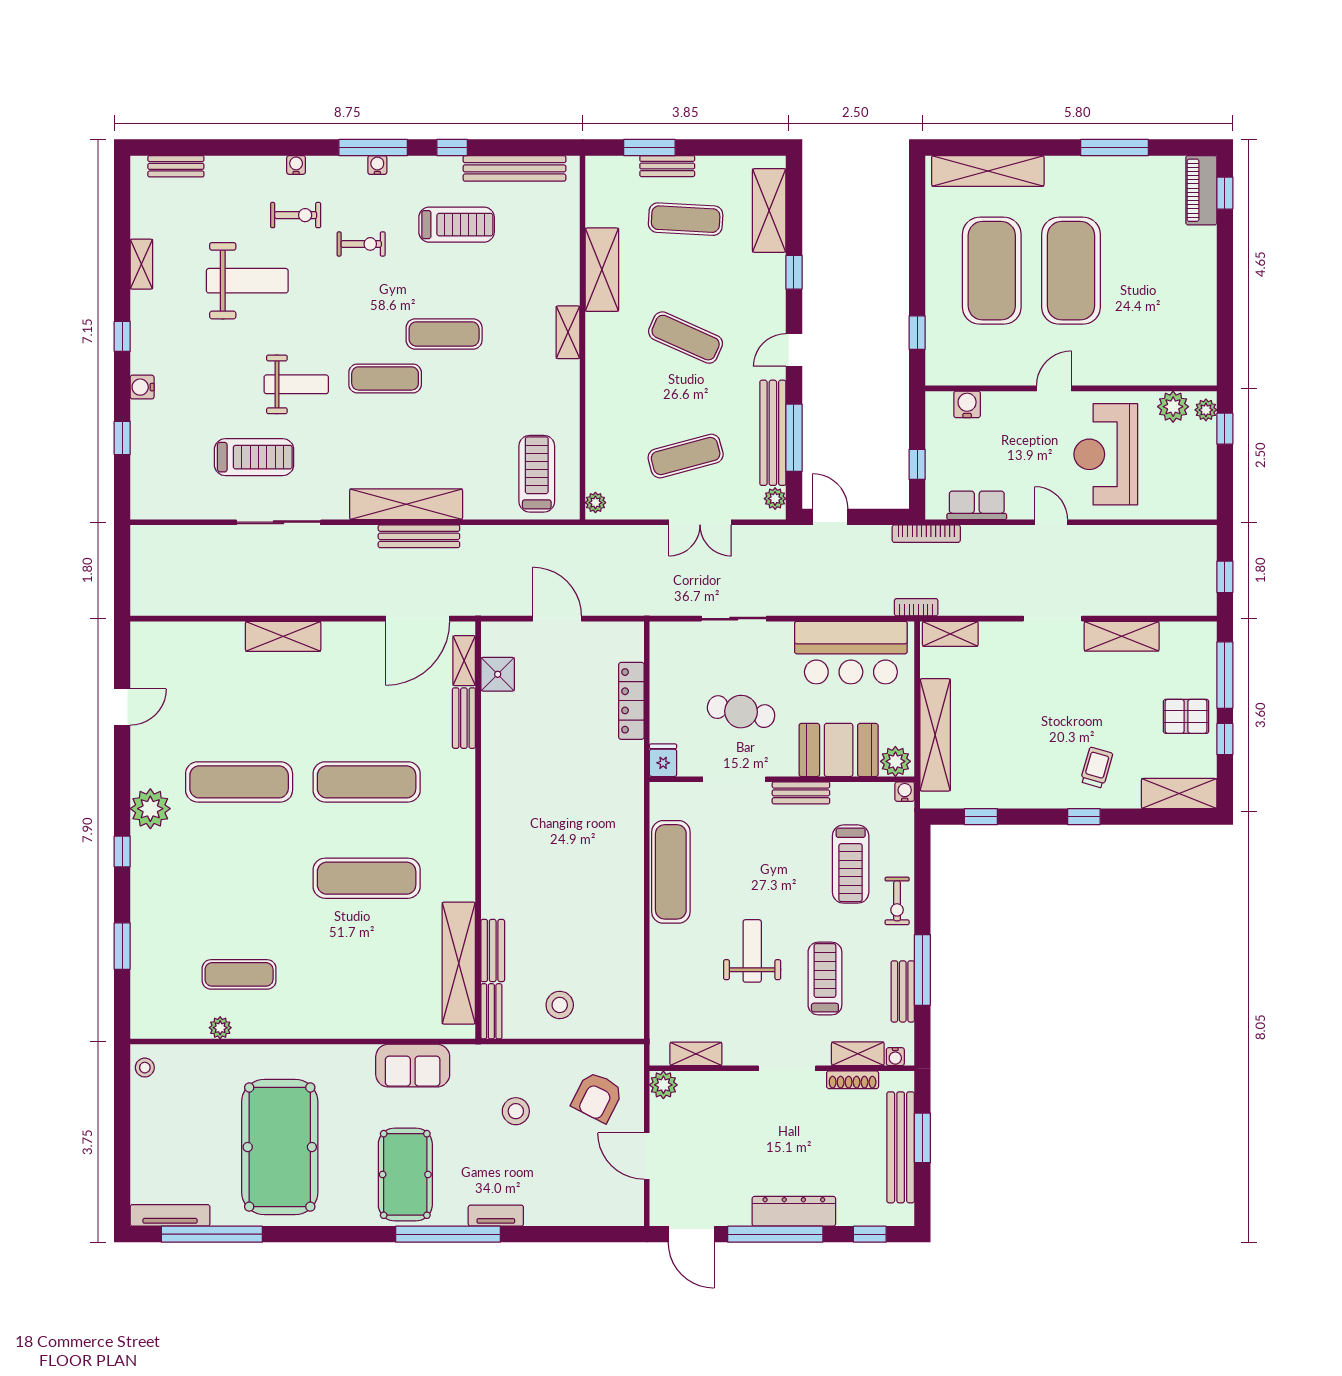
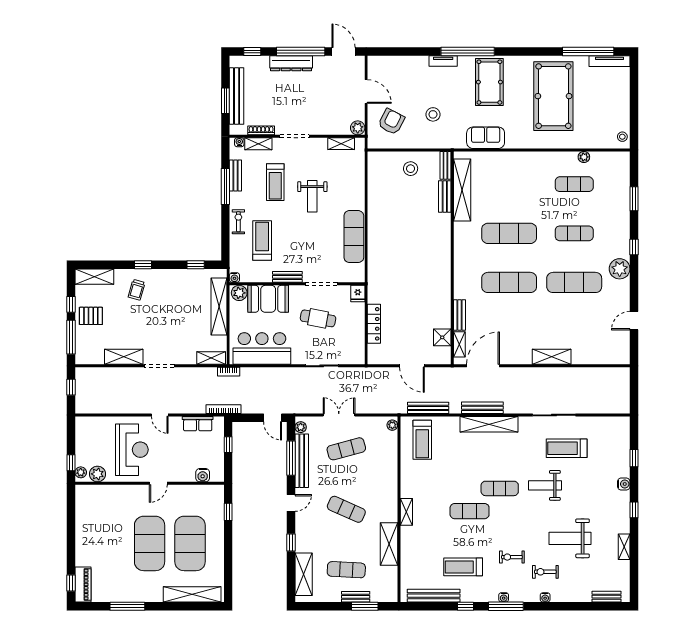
bench: (525, 536) -> (428, 408), added
exercise mat: (239, 878) -> (574, 233), added

